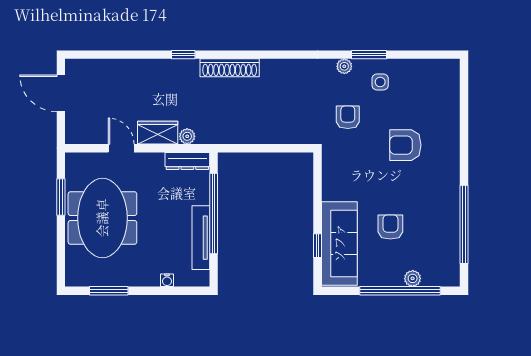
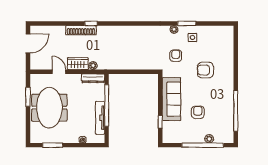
shoe rack: (230, 68) -> (81, 30), moved
door: (61, 93) -> (28, 43), swing flipped
sofa: (339, 243) -> (171, 99), moved

